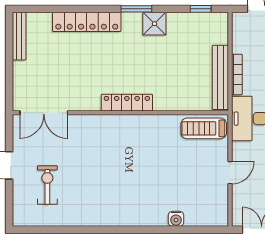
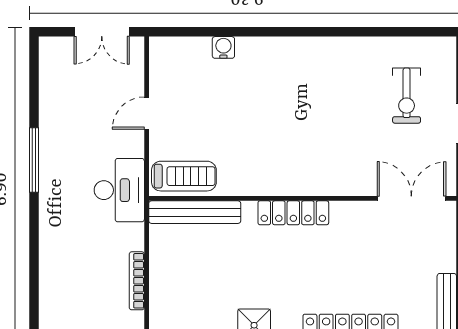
bookcase: (237, 74) -> (137, 281), moved
bench: (220, 77) -> (195, 212), moved, turned 90

